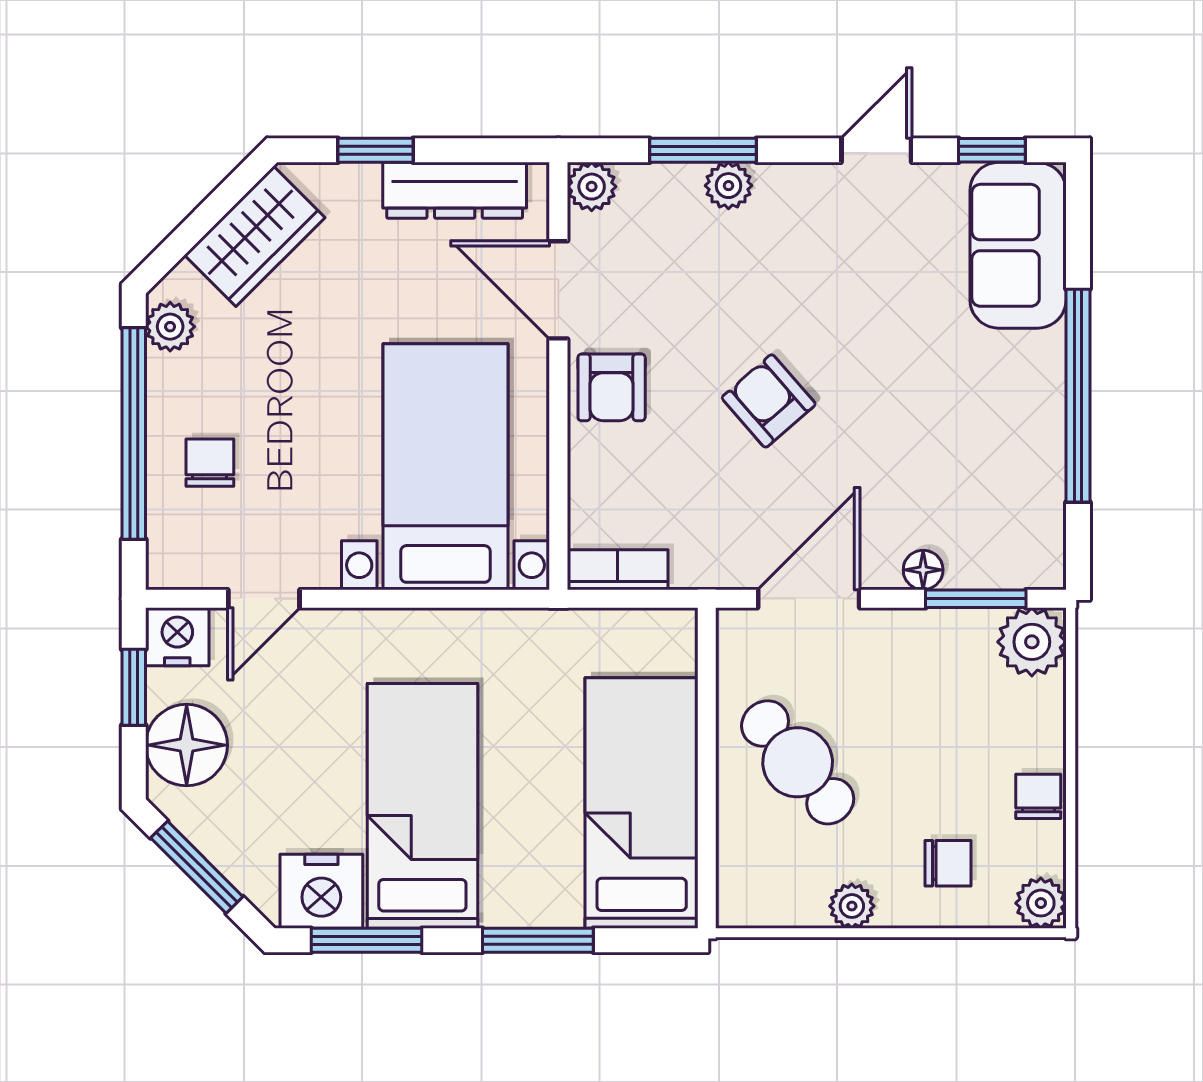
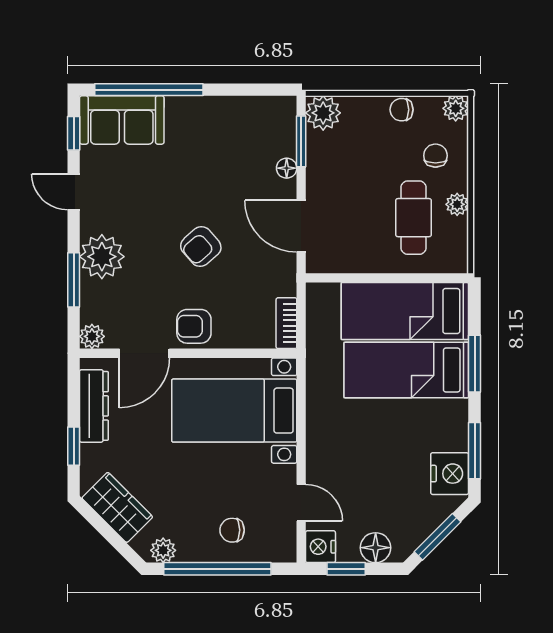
plant: (728, 186) -> (102, 257), width x1.88, depth x1.88
armchair: (612, 387) -> (194, 326), turned 180
window: (1078, 396) -> (149, 90), moved
floor lamp: (187, 745) -> (376, 548), width x0.73, depth x0.73
cafe table: (798, 762) -> (414, 218), moved, turned -50
bed: (422, 806) -> (406, 370), moved

